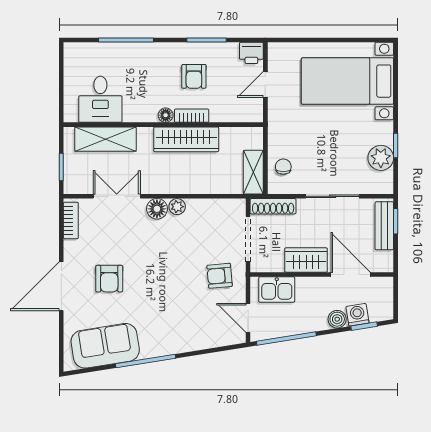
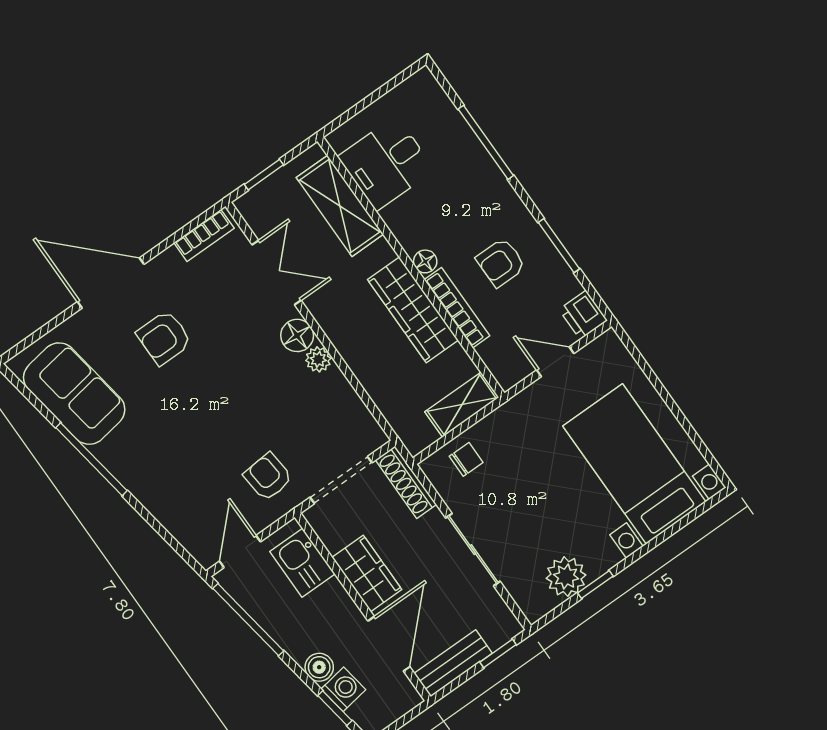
bookcase: (192, 116) -> (457, 308), width x1.56
shelving: (253, 172) -> (462, 405), moved
bench: (384, 226) -> (453, 663), moved

